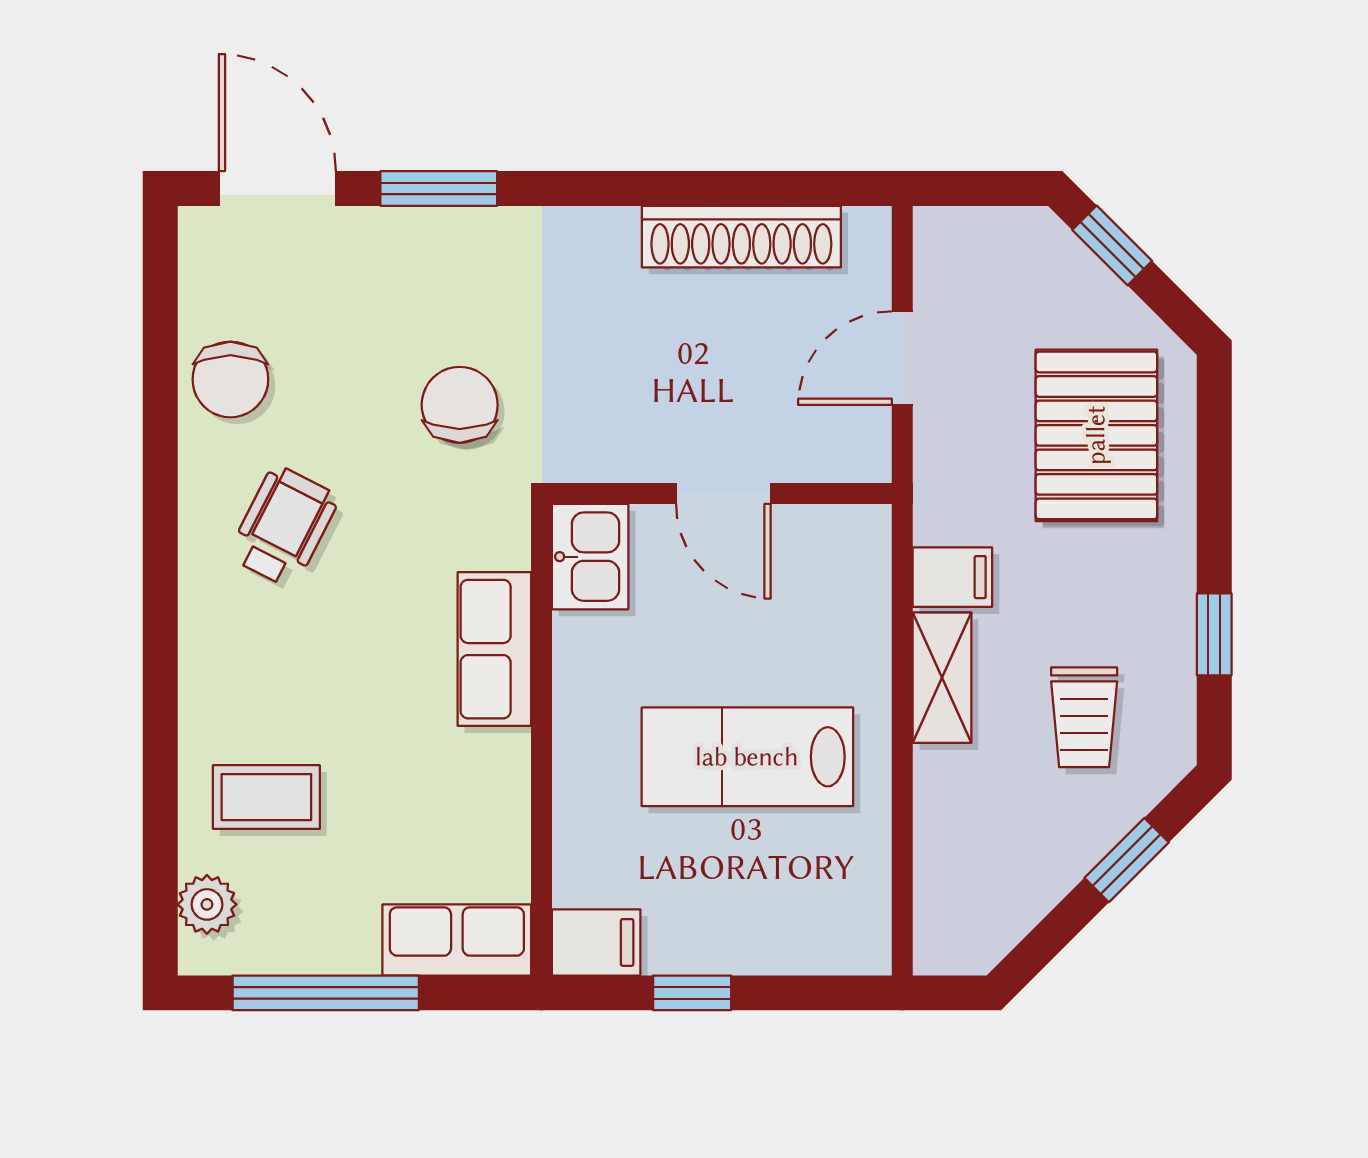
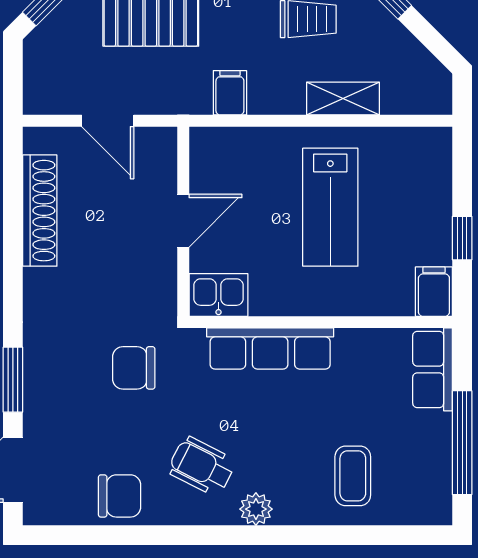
row of seats: (494, 649) -> (270, 348), width x1.48
shelving: (942, 678) -> (343, 99), moved
plant: (207, 904) -> (256, 509), moved

